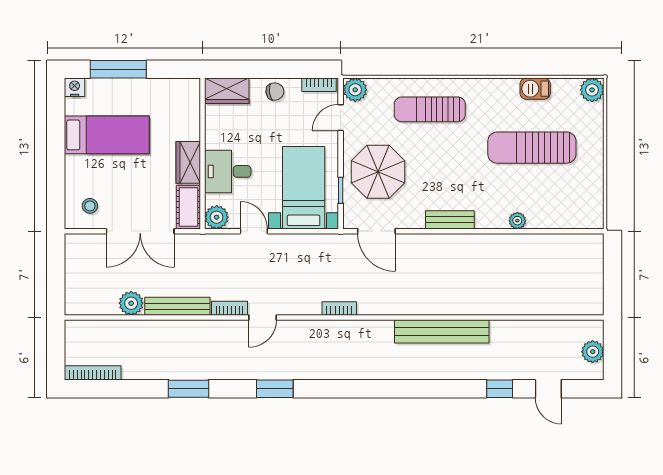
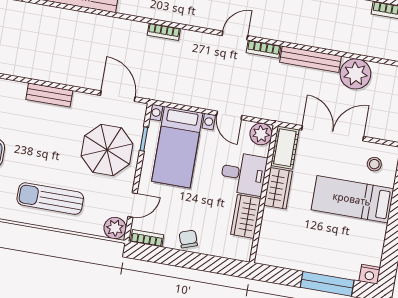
wardrobe: (227, 91) -> (246, 216), moved, turned -90
chair: (275, 92) -> (188, 239), turned 79
sun lounger: (430, 109) -> (50, 199), turned 180
bed: (107, 135) -> (352, 199), moved
plant: (131, 303) -> (355, 74), width x1.36, depth x1.36

